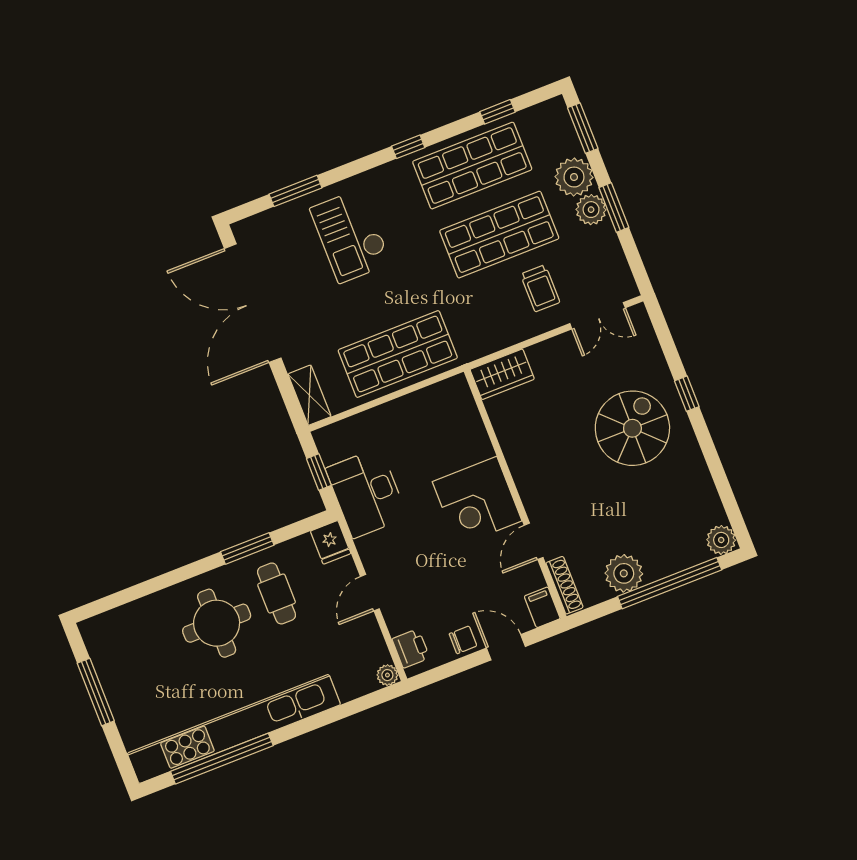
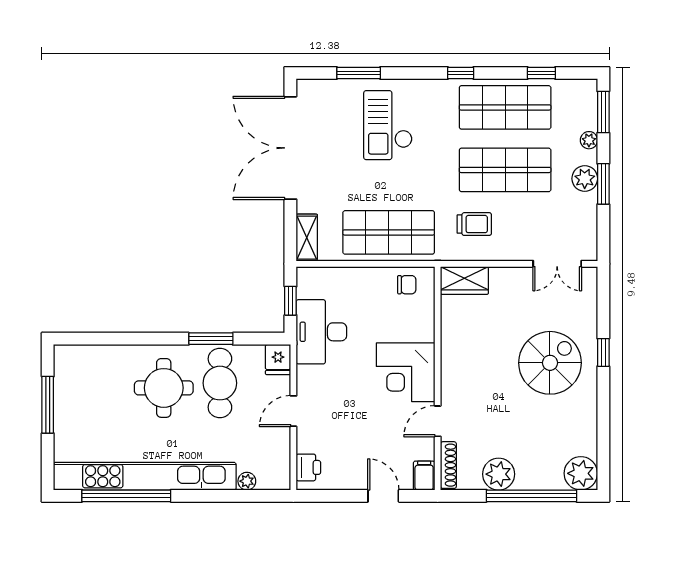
plant: (574, 177) -> (589, 140), width x0.53, depth x0.53
trolley: (540, 288) -> (474, 224), moved, turned -90
plant: (721, 540) -> (581, 473), width x1.36, depth x1.36
cafe table: (277, 593) -> (220, 383), width x1.37, depth x1.35
chair: (463, 640) -> (407, 285), moved
plant: (387, 675) -> (247, 481), moved

